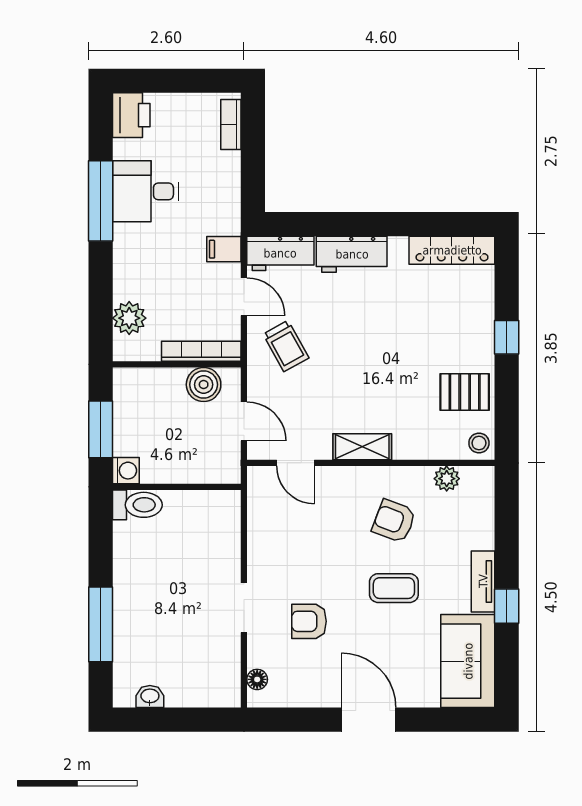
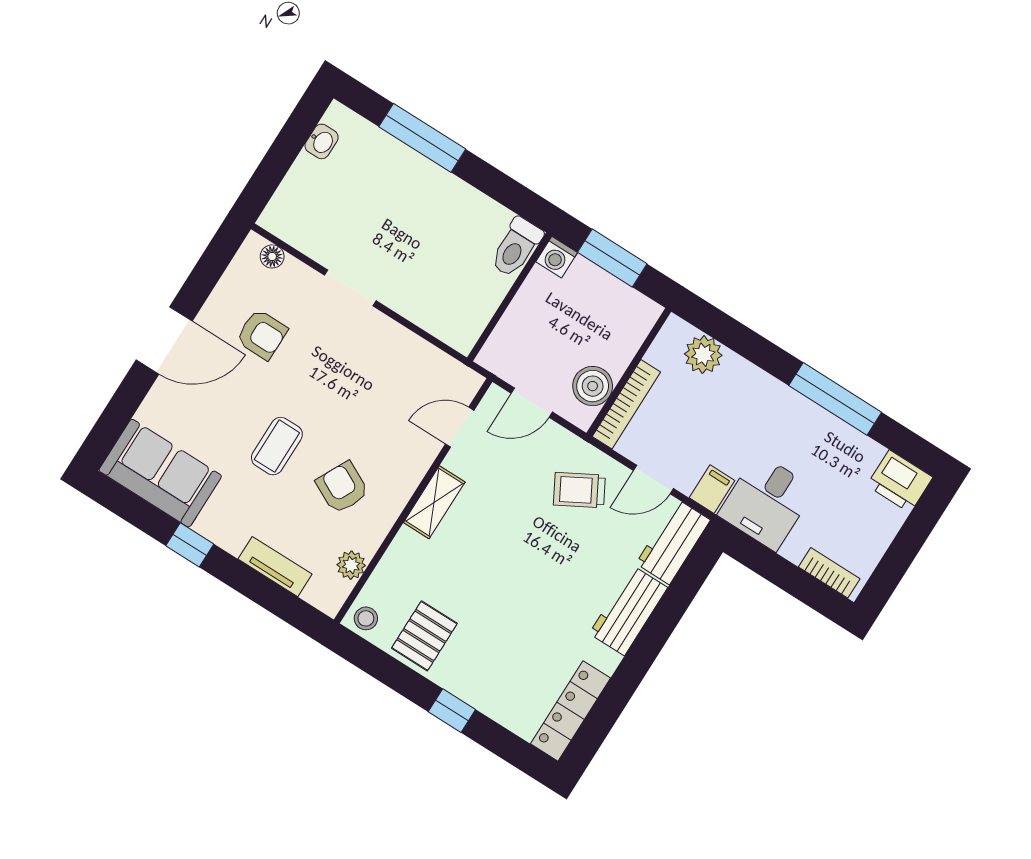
desk: (146, 191) -> (766, 502), moved, turned 180
armchair: (394, 521) -> (342, 487), turned -84
tv unit: (483, 581) -> (275, 567), moved
armchair: (309, 621) -> (262, 334), moved, turned 90

